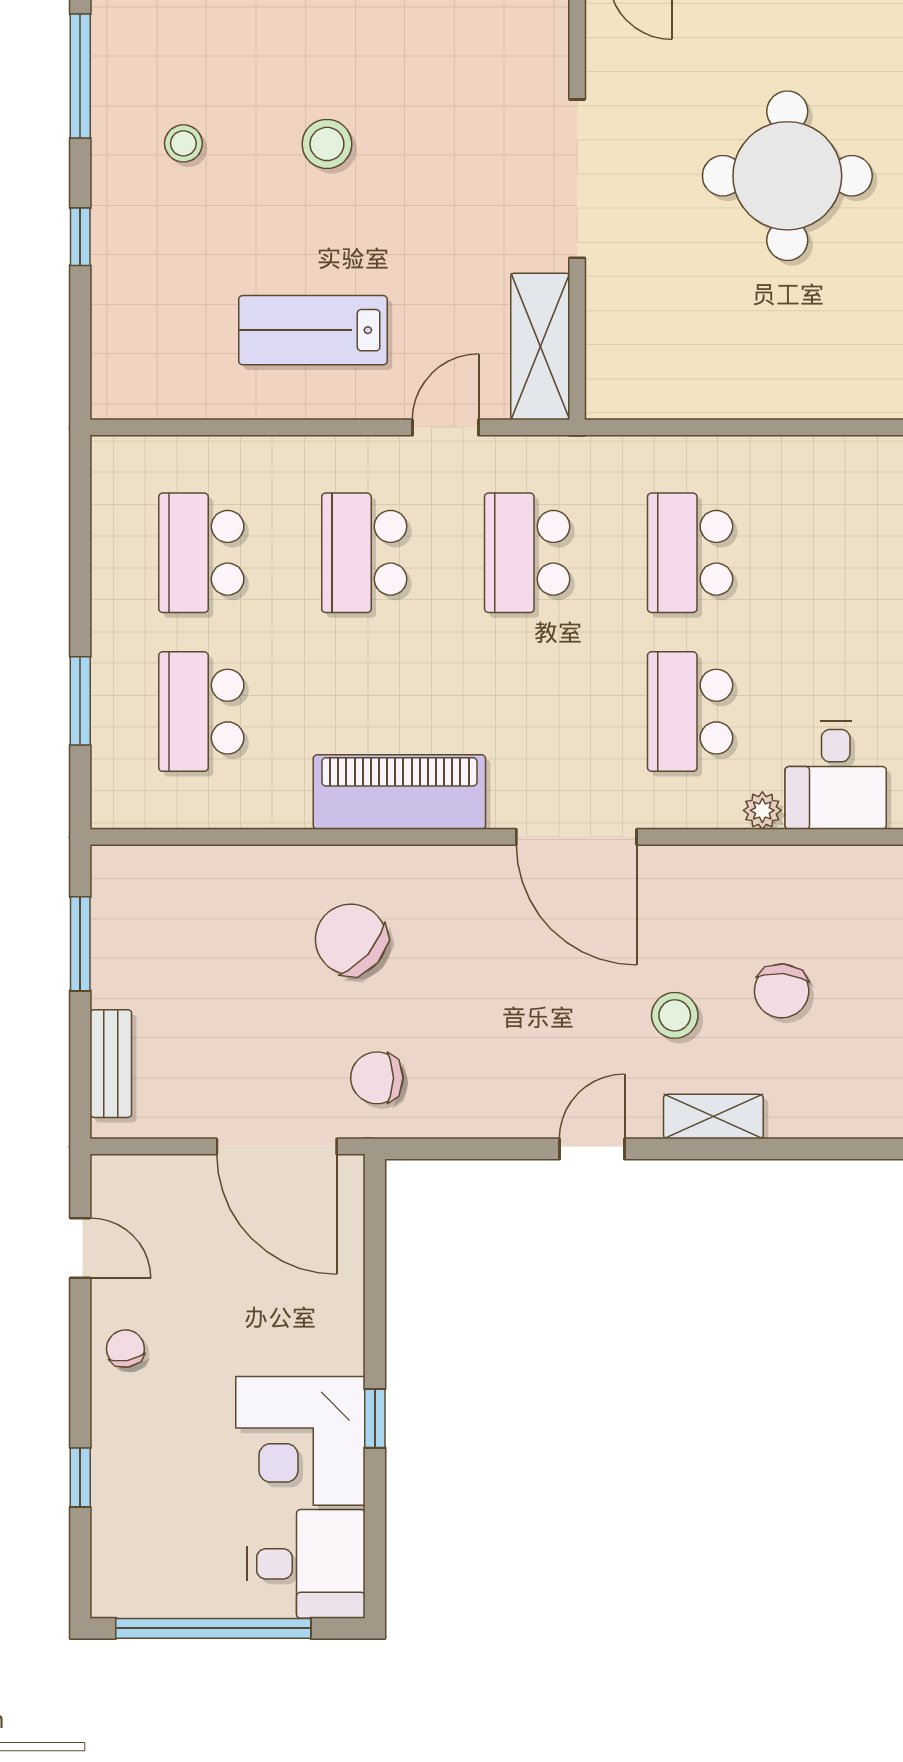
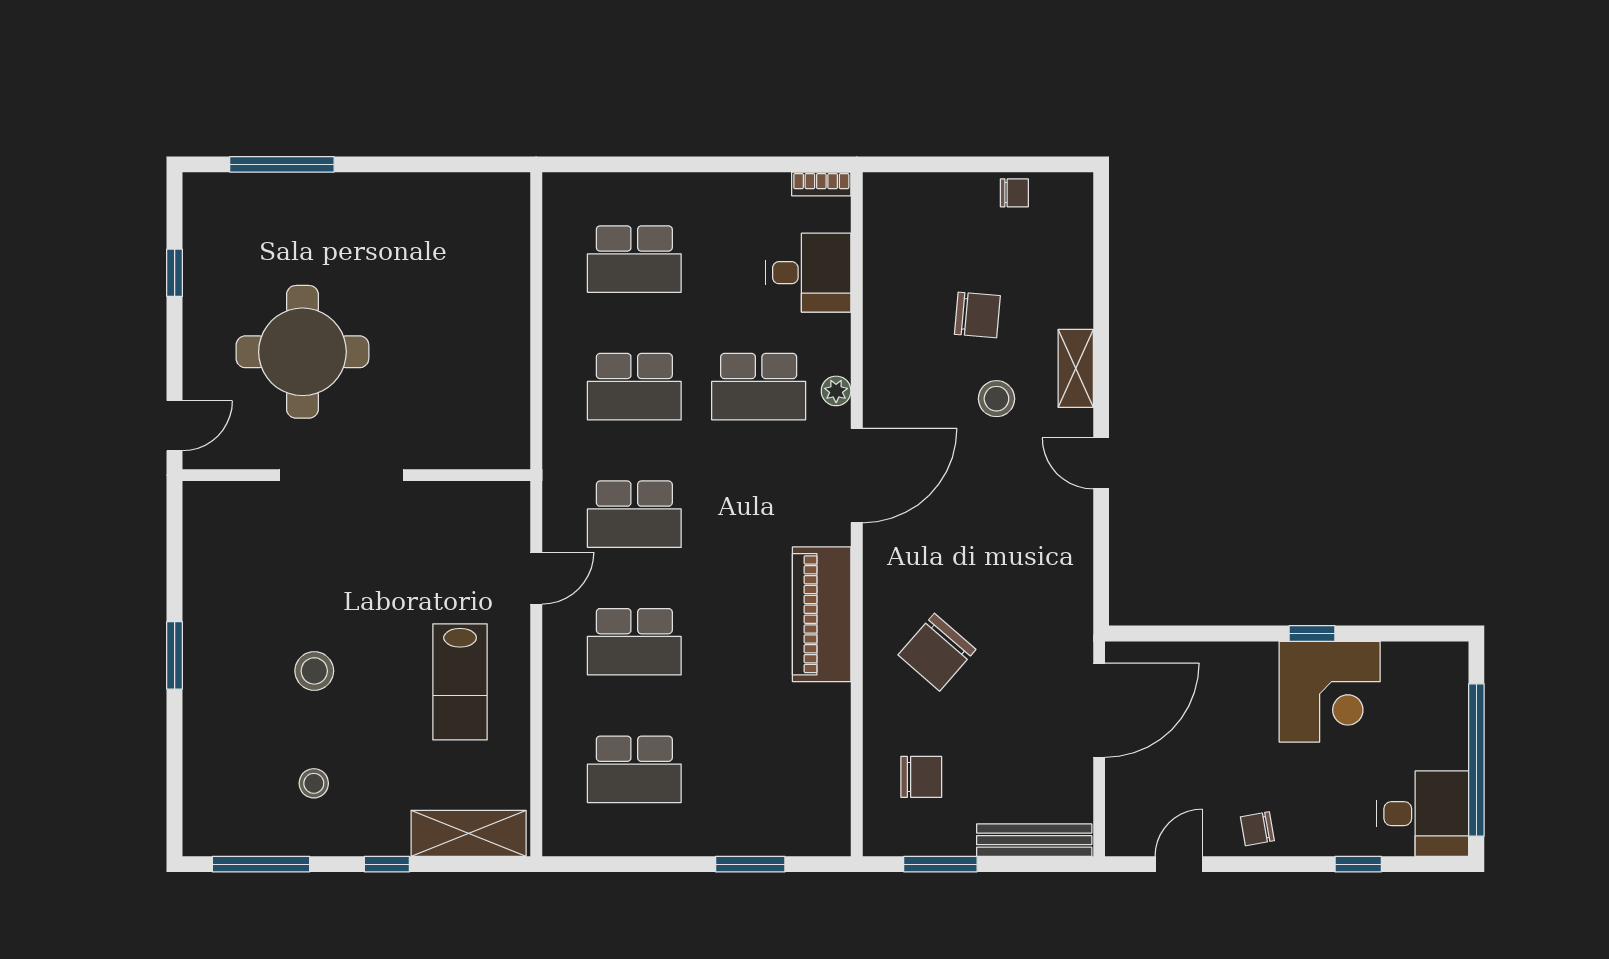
round table: (787, 176) -> (302, 352), moved
shelving: (540, 346) -> (469, 833), moved
door: (446, 427) -> (536, 578), swing flipped
school desk: (201, 712) -> (634, 259), moved
plant: (762, 810) -> (836, 391), moved
bench: (111, 1064) -> (1034, 840), width x1.36
chair: (377, 1078) -> (921, 777), moved, turned -90
desk: (306, 1564) -> (1423, 814), moved, turned 90

